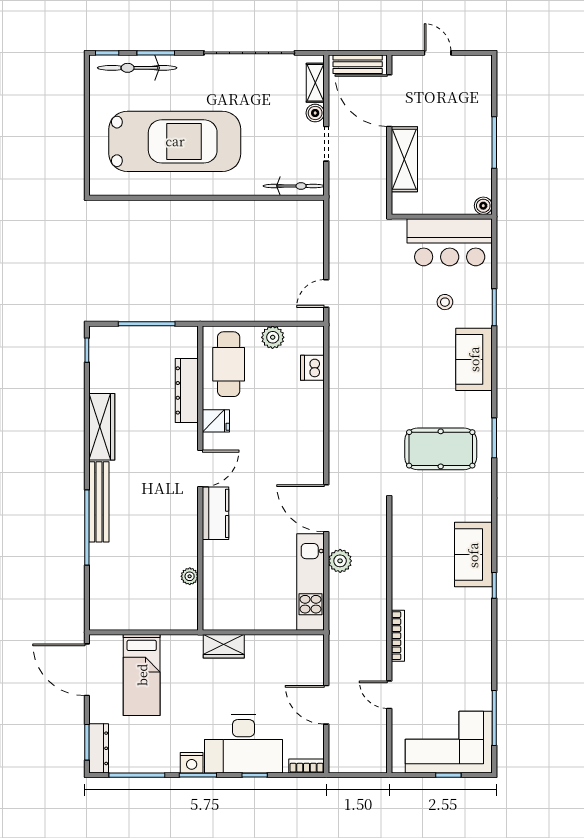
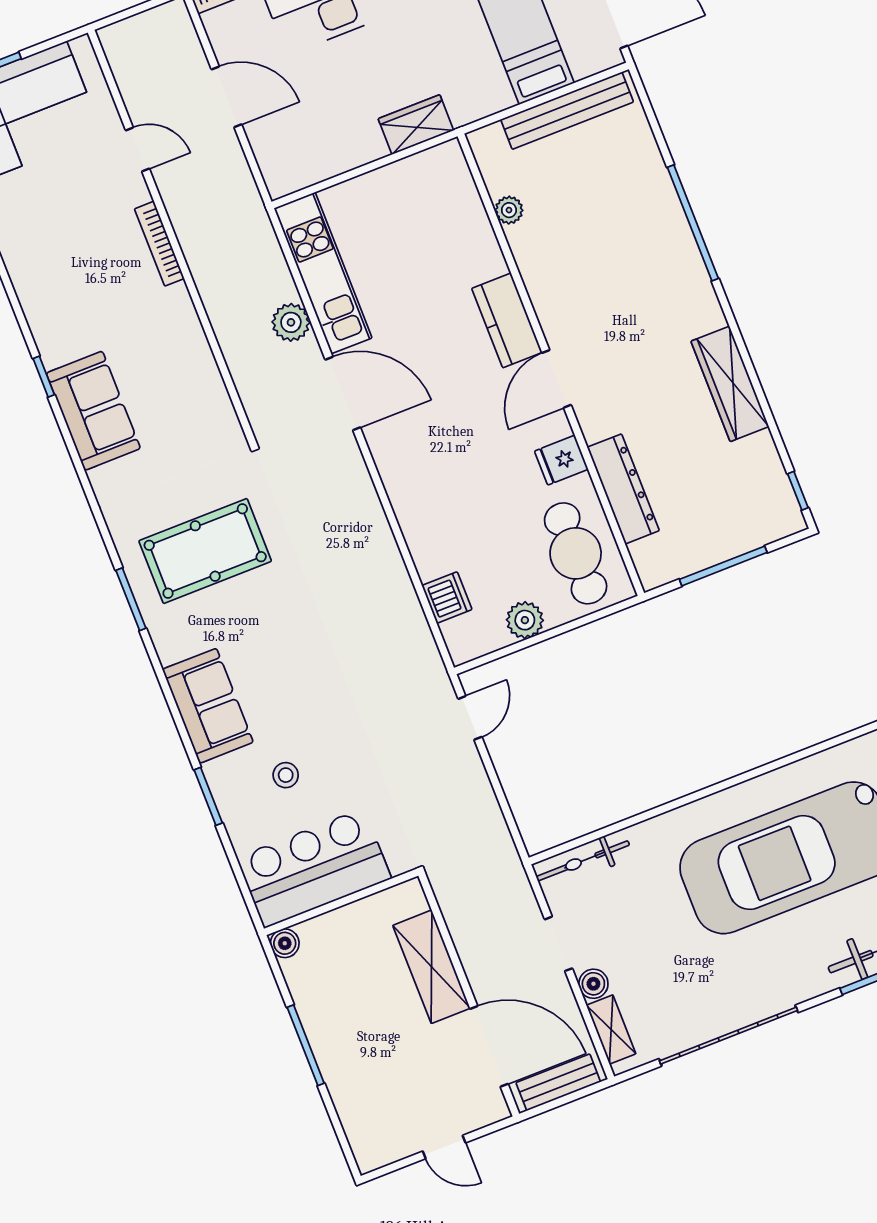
bench: (99, 502) -> (567, 111), moved, turned 90

